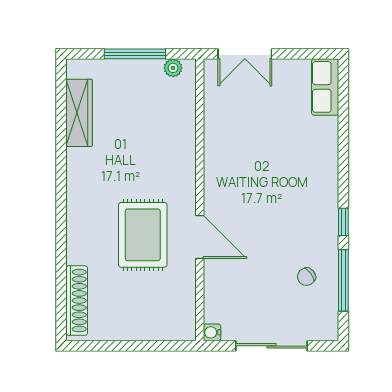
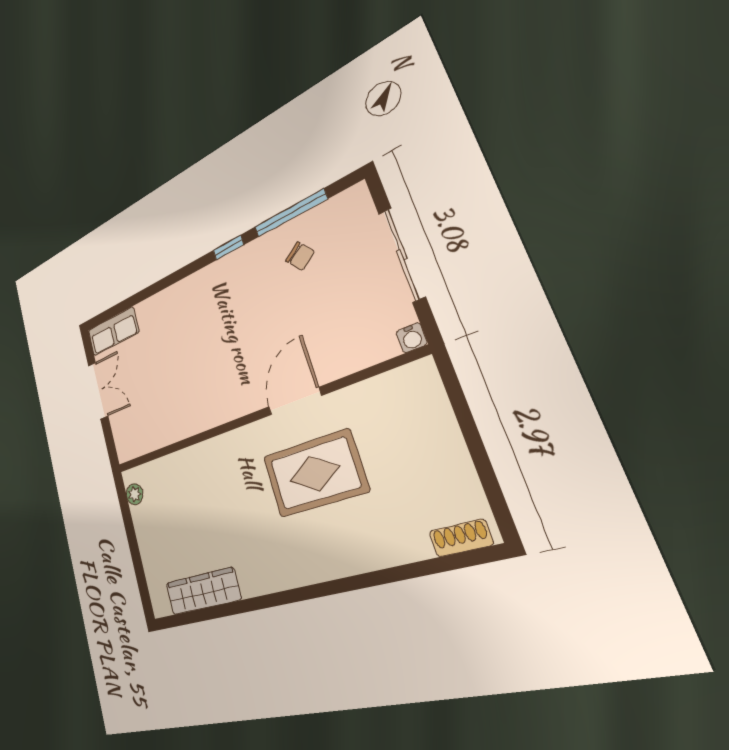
window: (135, 54) -> (132, 540), removed
double door: (245, 54) -> (98, 390), moved
shoe rack: (77, 301) -> (461, 538), width x0.51, depth x0.81

